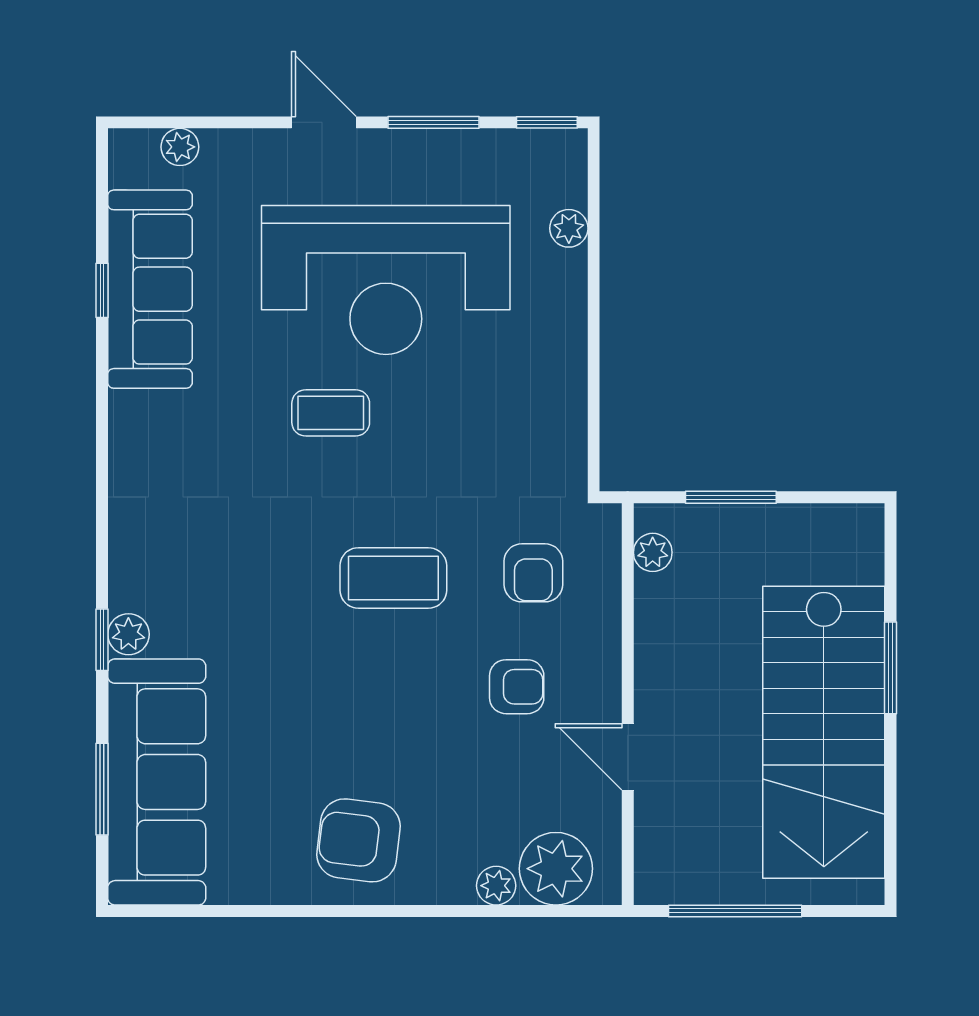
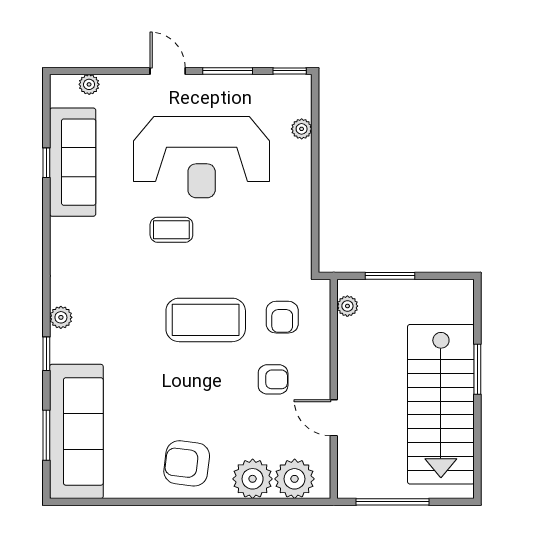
coffee table: (393, 578) -> (206, 320), width x1.36, depth x1.32
plant: (128, 634) -> (61, 317), moved
plant: (496, 886) -> (253, 479), width x1.88, depth x1.88

